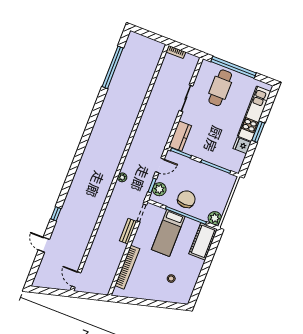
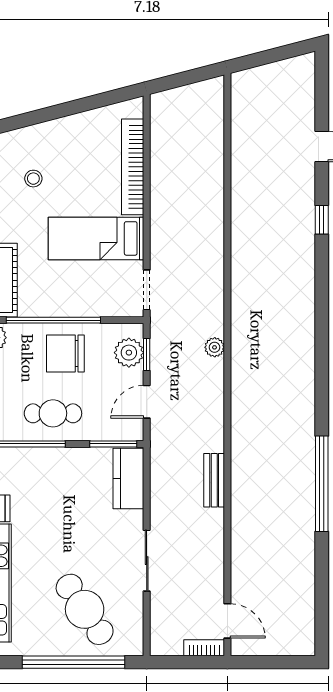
window: (113, 67) -> (322, 484), moved
cafe table: (220, 88) -> (85, 609), turned -34
cafe table: (201, 176) -> (53, 413), added
chair: (186, 199) -> (65, 353), turned 90
bench: (128, 231) -> (214, 480), moved
bed: (168, 233) -> (96, 238), moved, turned -90
door: (76, 280) -> (227, 621), moved

